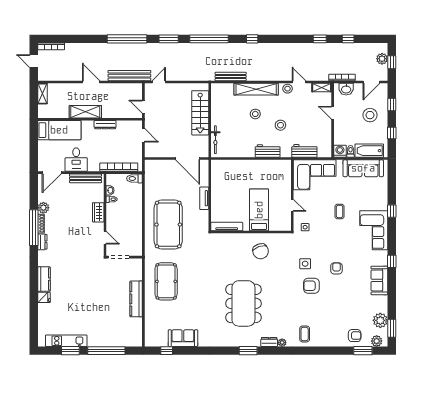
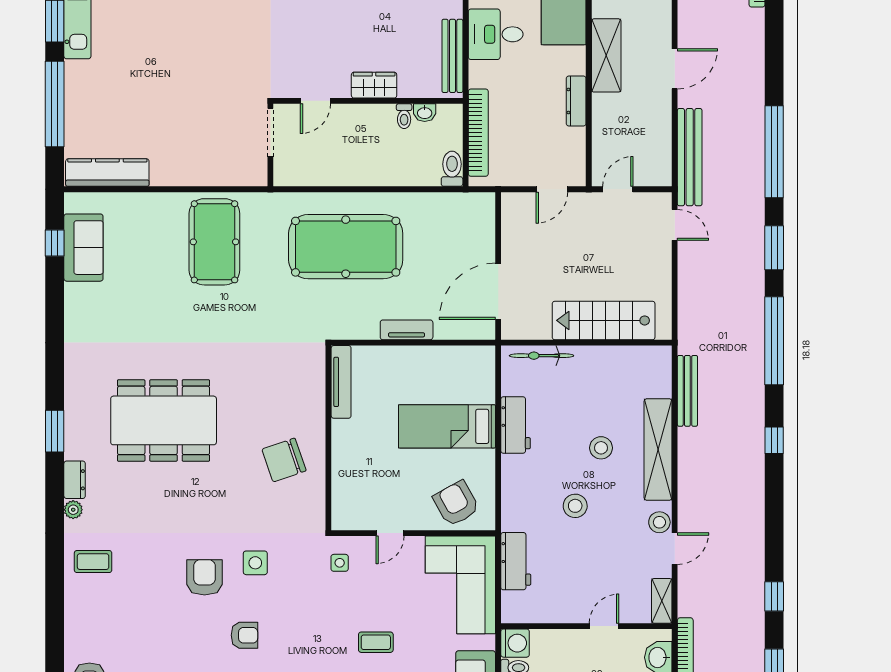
workbench: (268, 151) -> (516, 425), moved
armchair: (279, 177) -> (456, 503), added
bed: (259, 210) -> (447, 426), moved, turned 180
pool table: (166, 281) -> (214, 242), turned 90
kitchen counter: (136, 299) -> (107, 173), moved
sofa: (183, 338) -> (83, 248), moved

